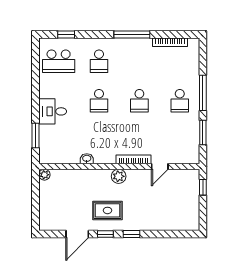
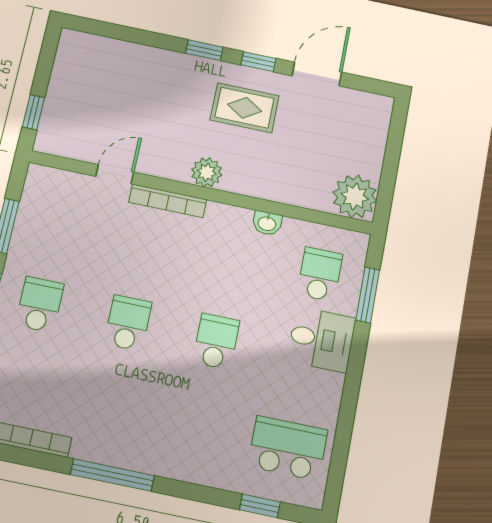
school desk: (99, 61) -> (320, 274), moved
plant: (44, 175) -> (355, 196), width x1.88, depth x1.88

